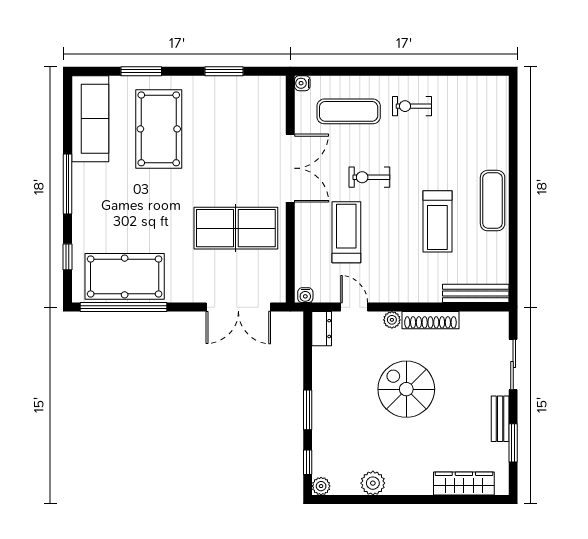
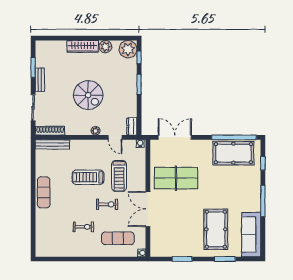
exercise bike: (412, 106) -> (83, 227), moved
treadmill: (437, 221) -> (88, 177), moved, turned -90
shoe rack: (430, 320) -> (50, 131), moved
wardrobe: (464, 484) -> (83, 46), moved
plant: (321, 486) -> (128, 49), width x1.87, depth x1.87

